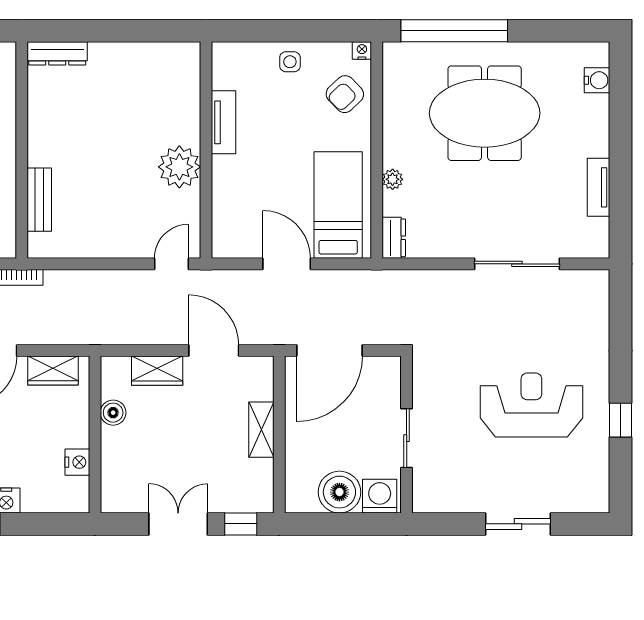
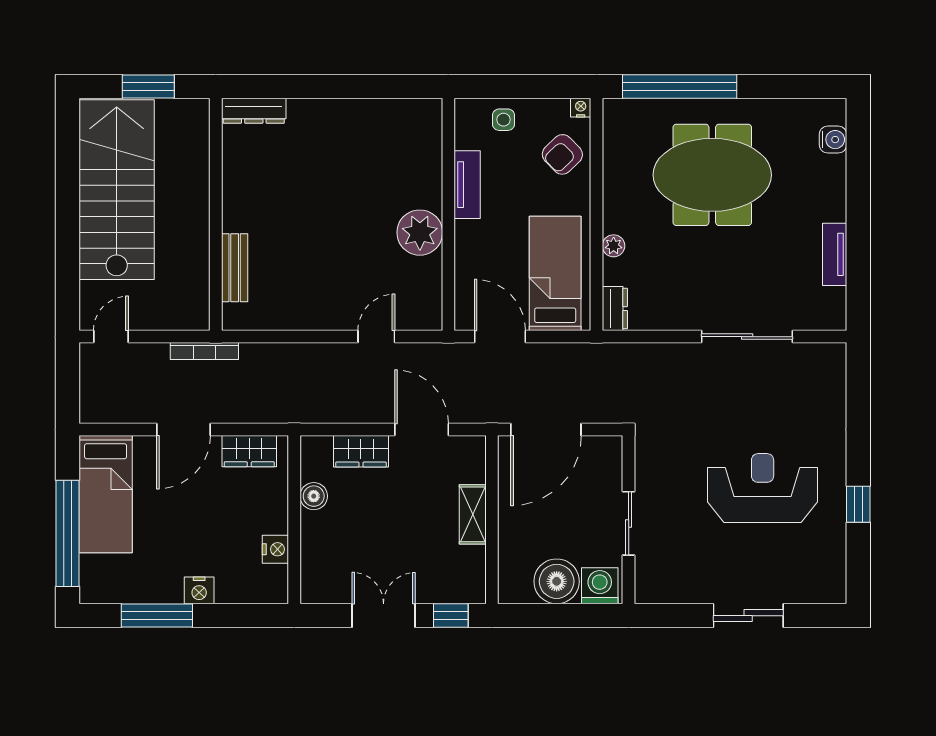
tv unit: (224, 122) -> (467, 185), moved
wall: (206, 150) -> (448, 214), moved
plant: (179, 167) -> (420, 233), moved

